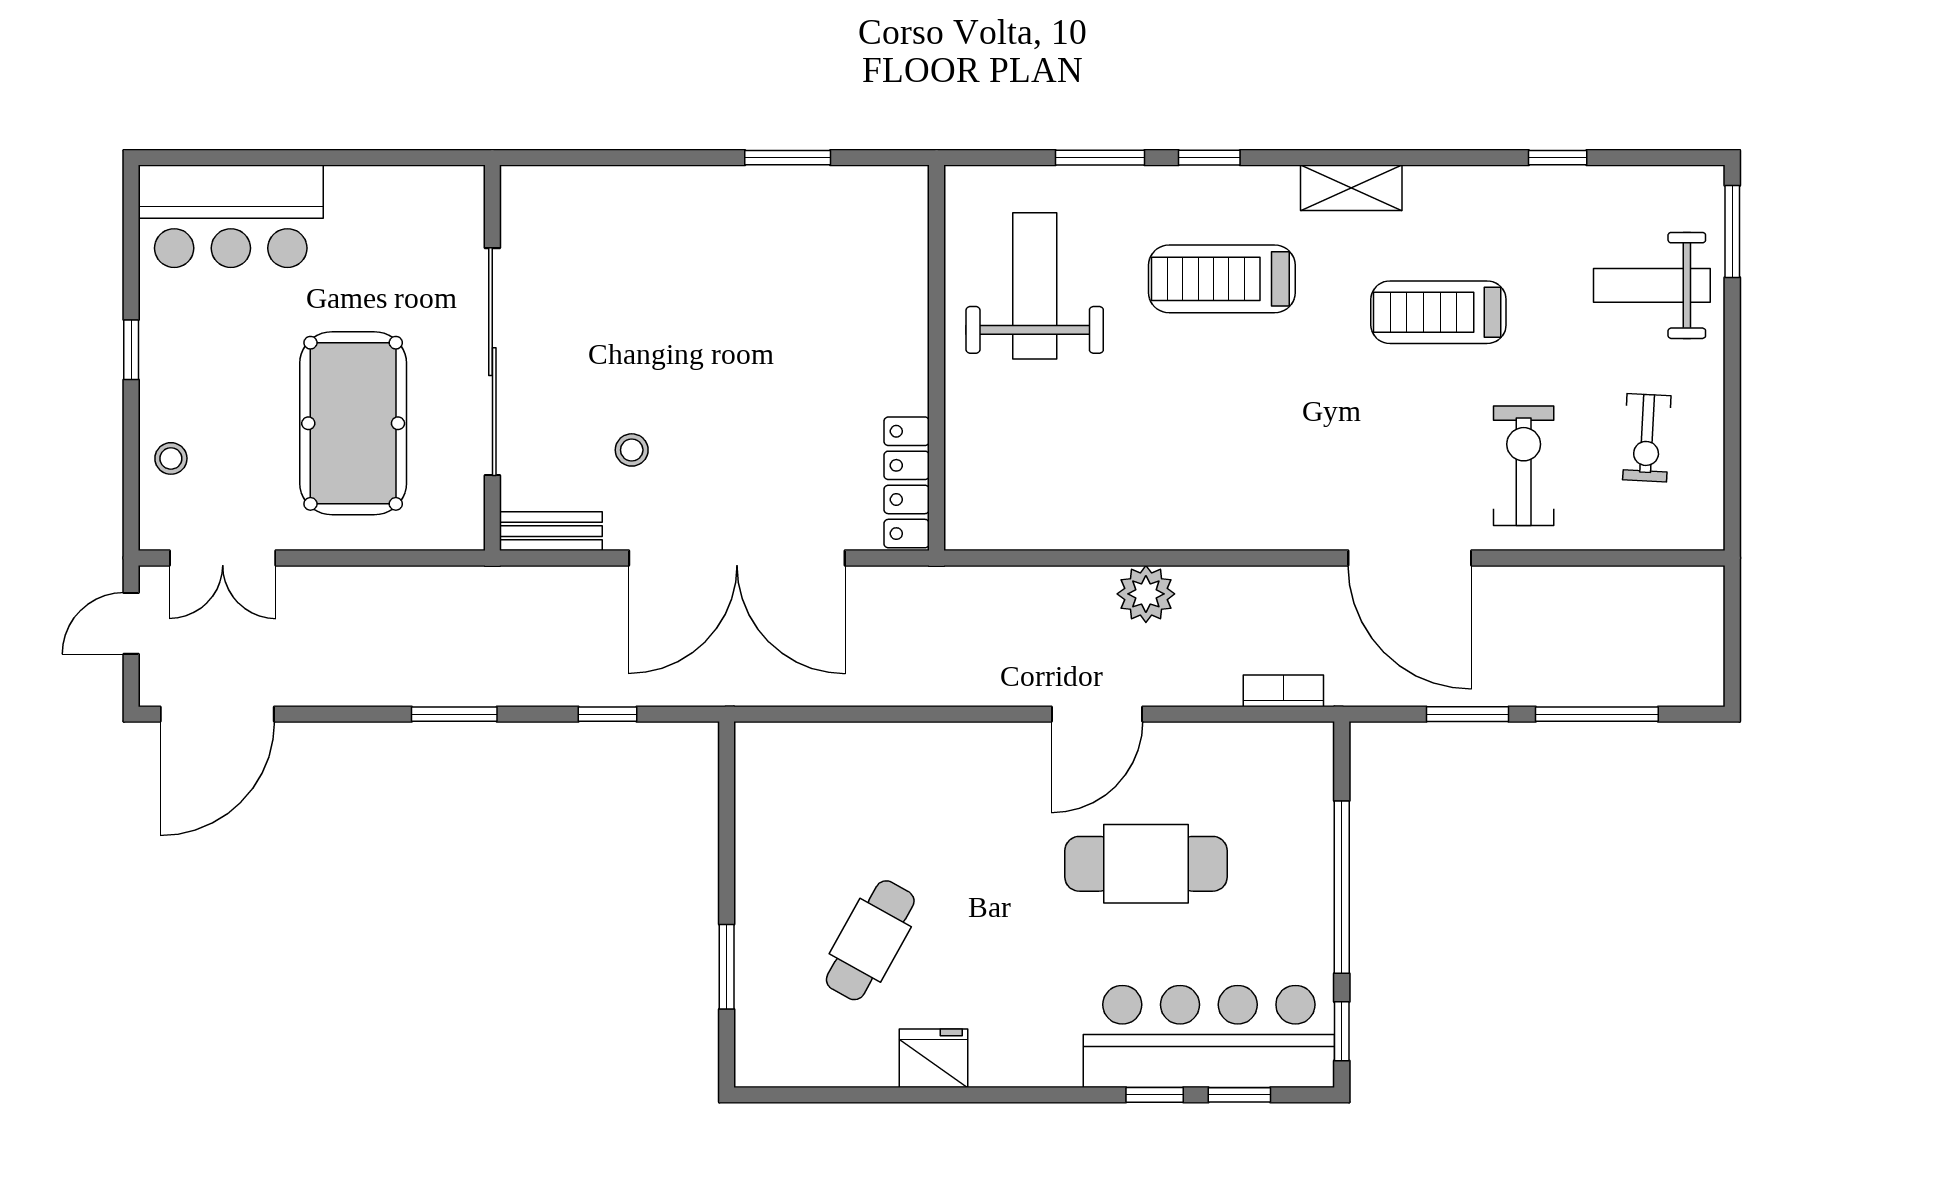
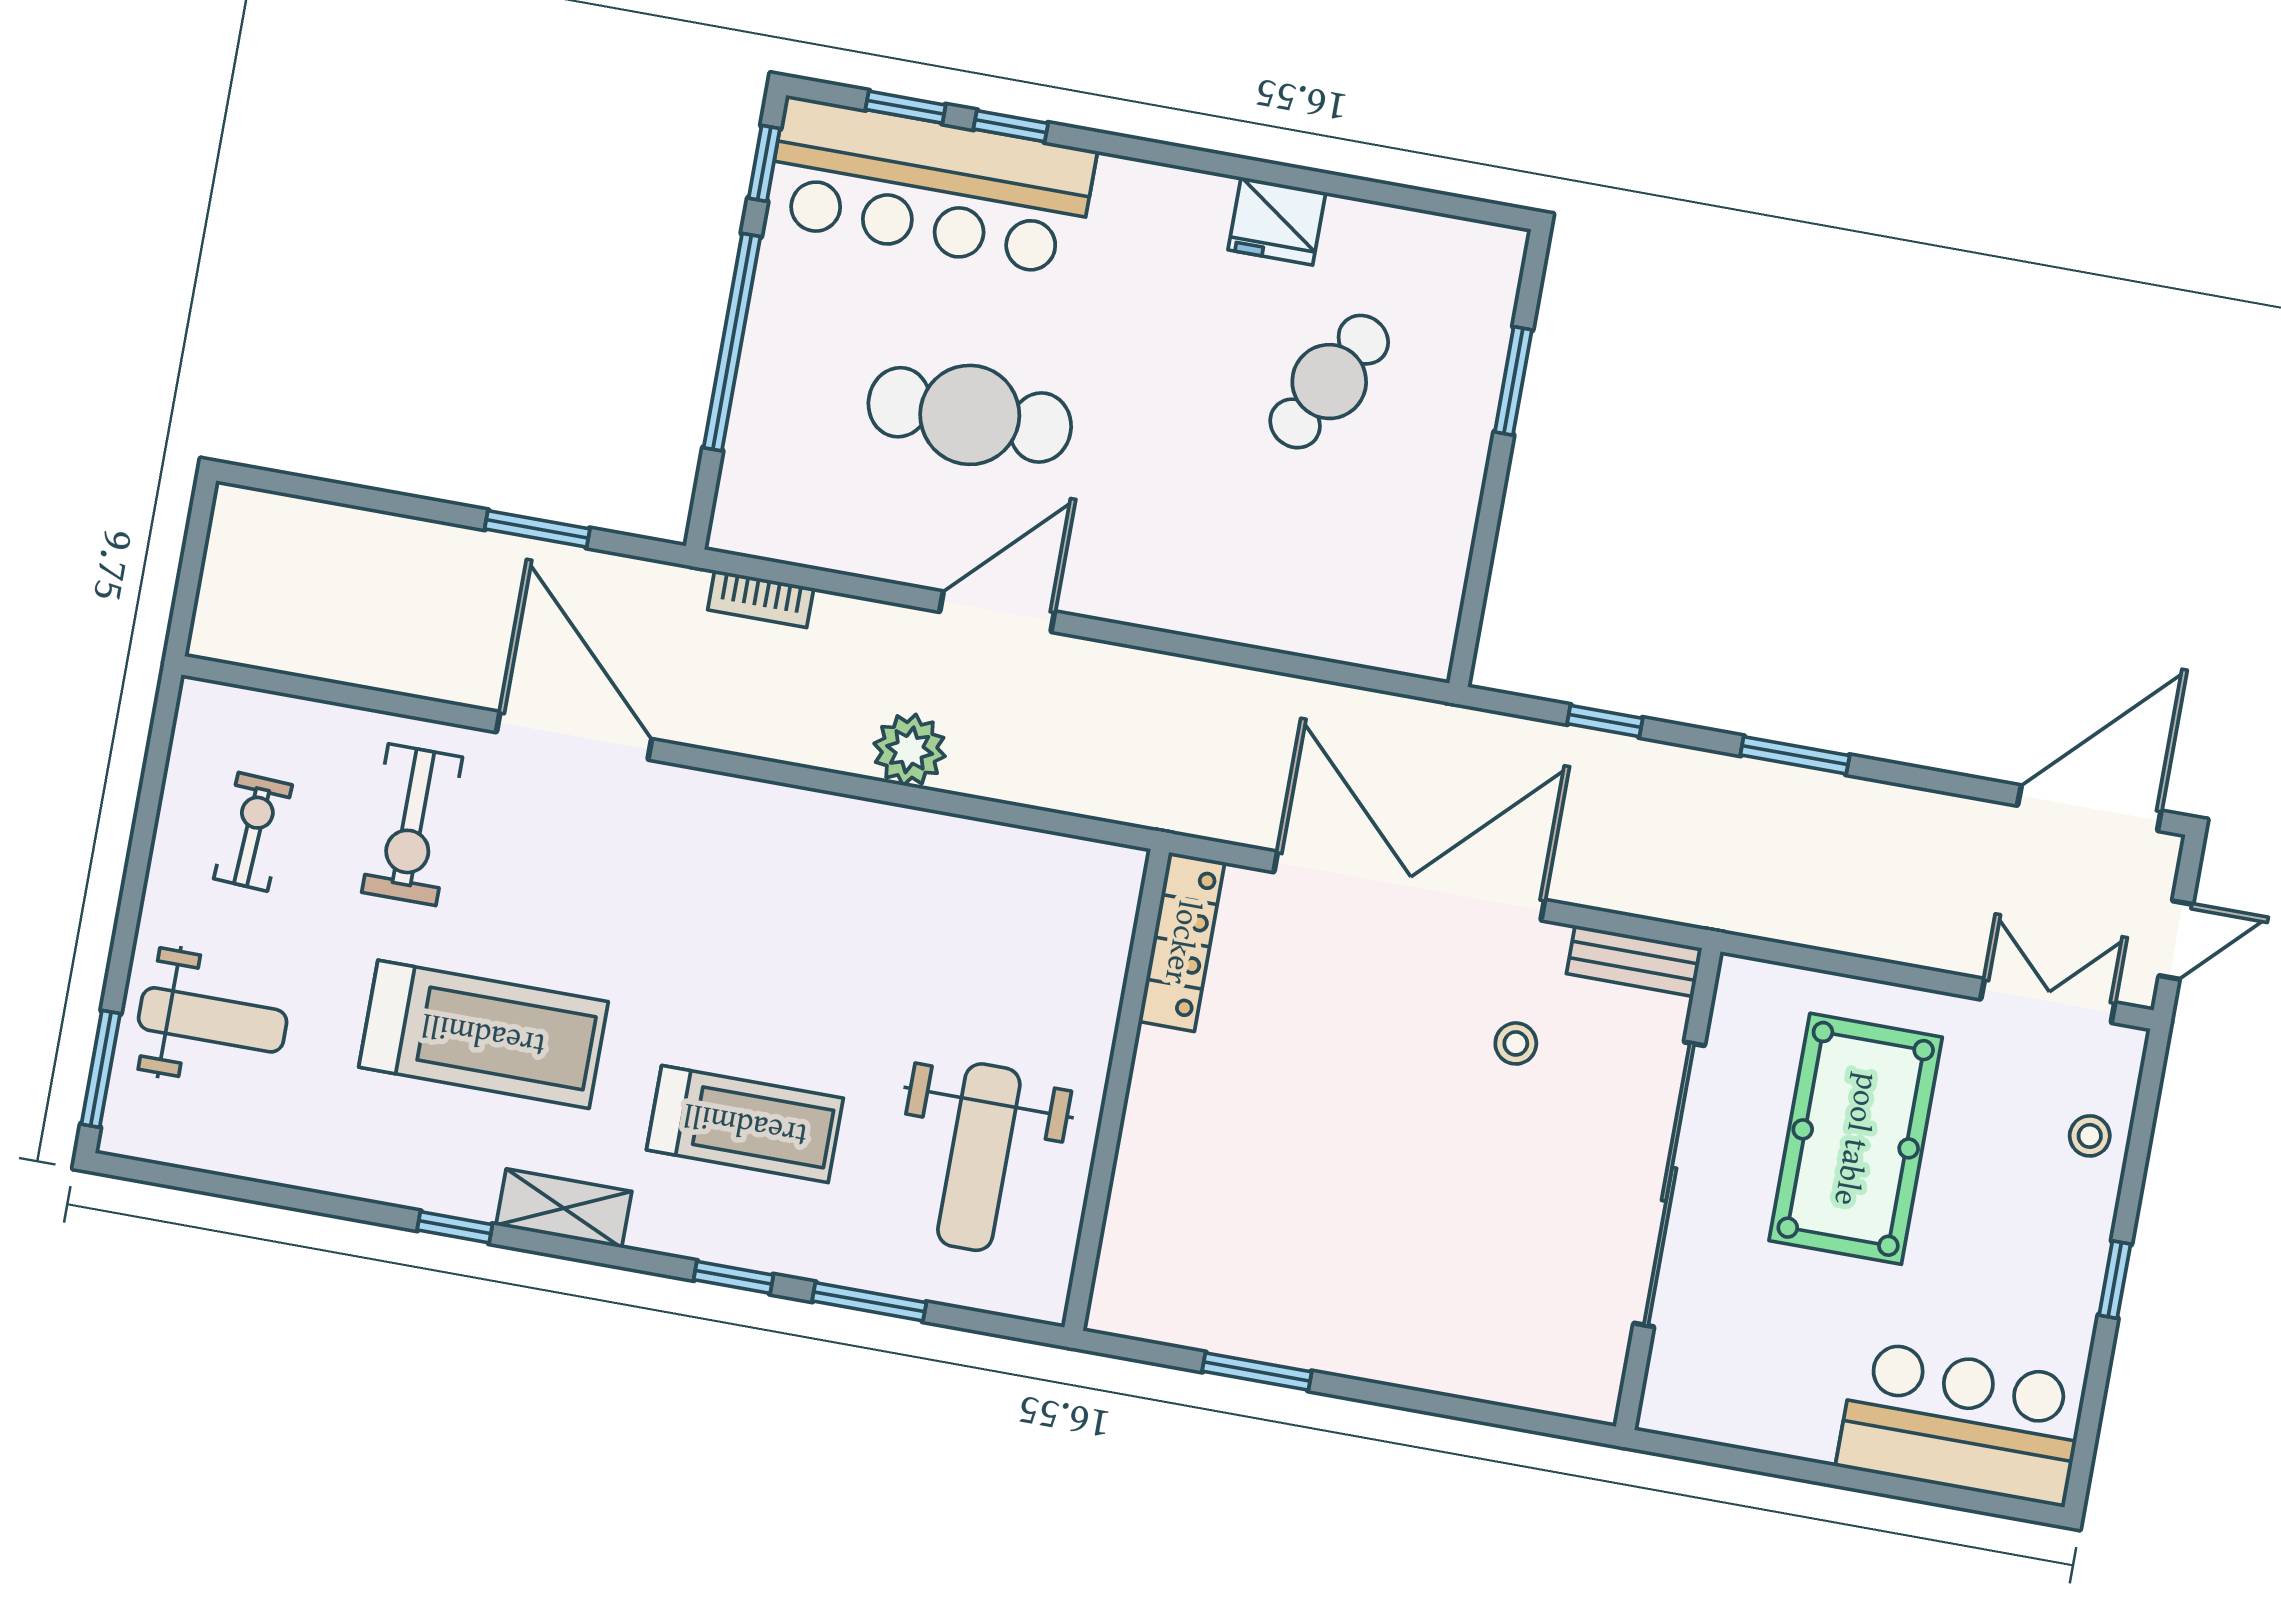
window: (1558, 158) -> (455, 1227), moved
treadmill: (1438, 312) -> (483, 1034), width x1.37, depth x1.38
window: (1597, 714) -> (377, 500), removed

